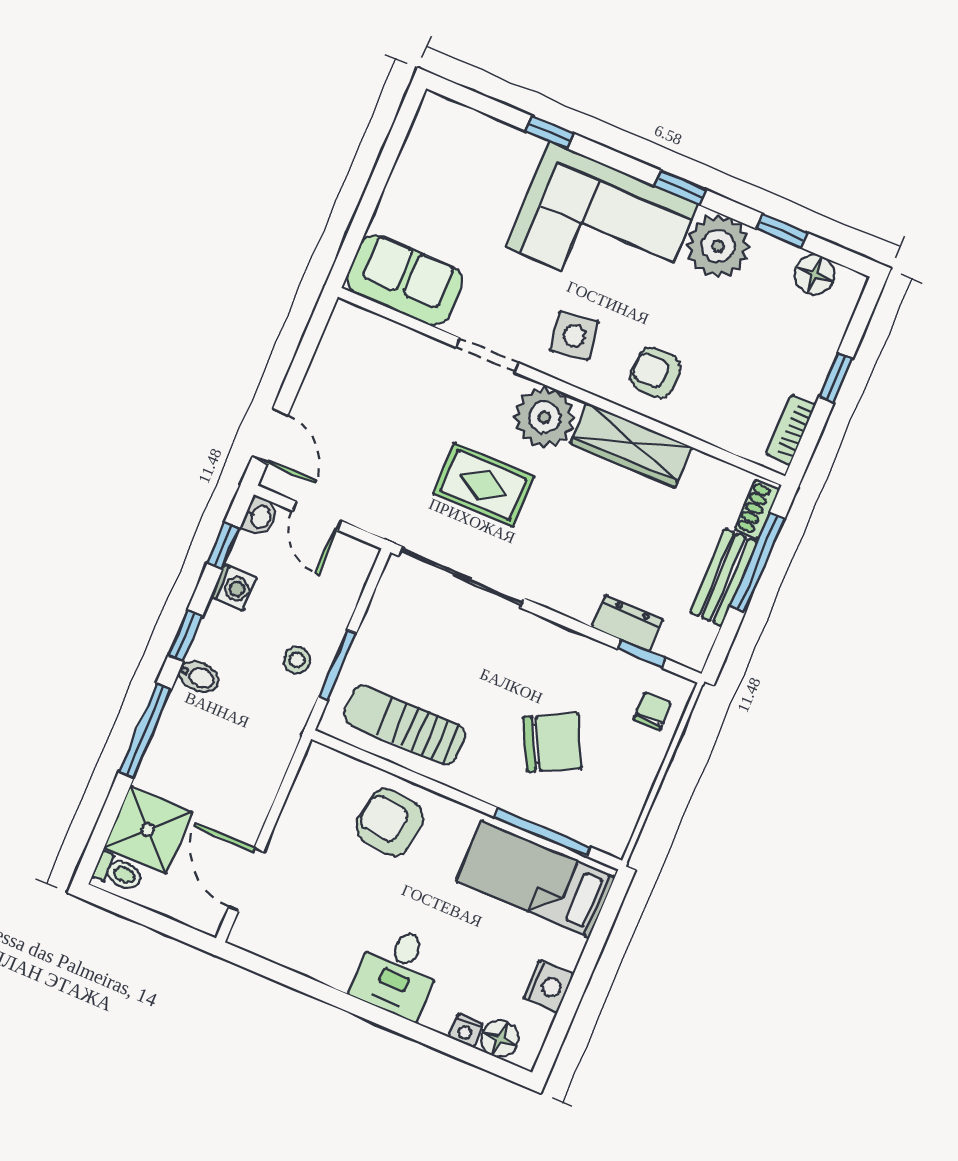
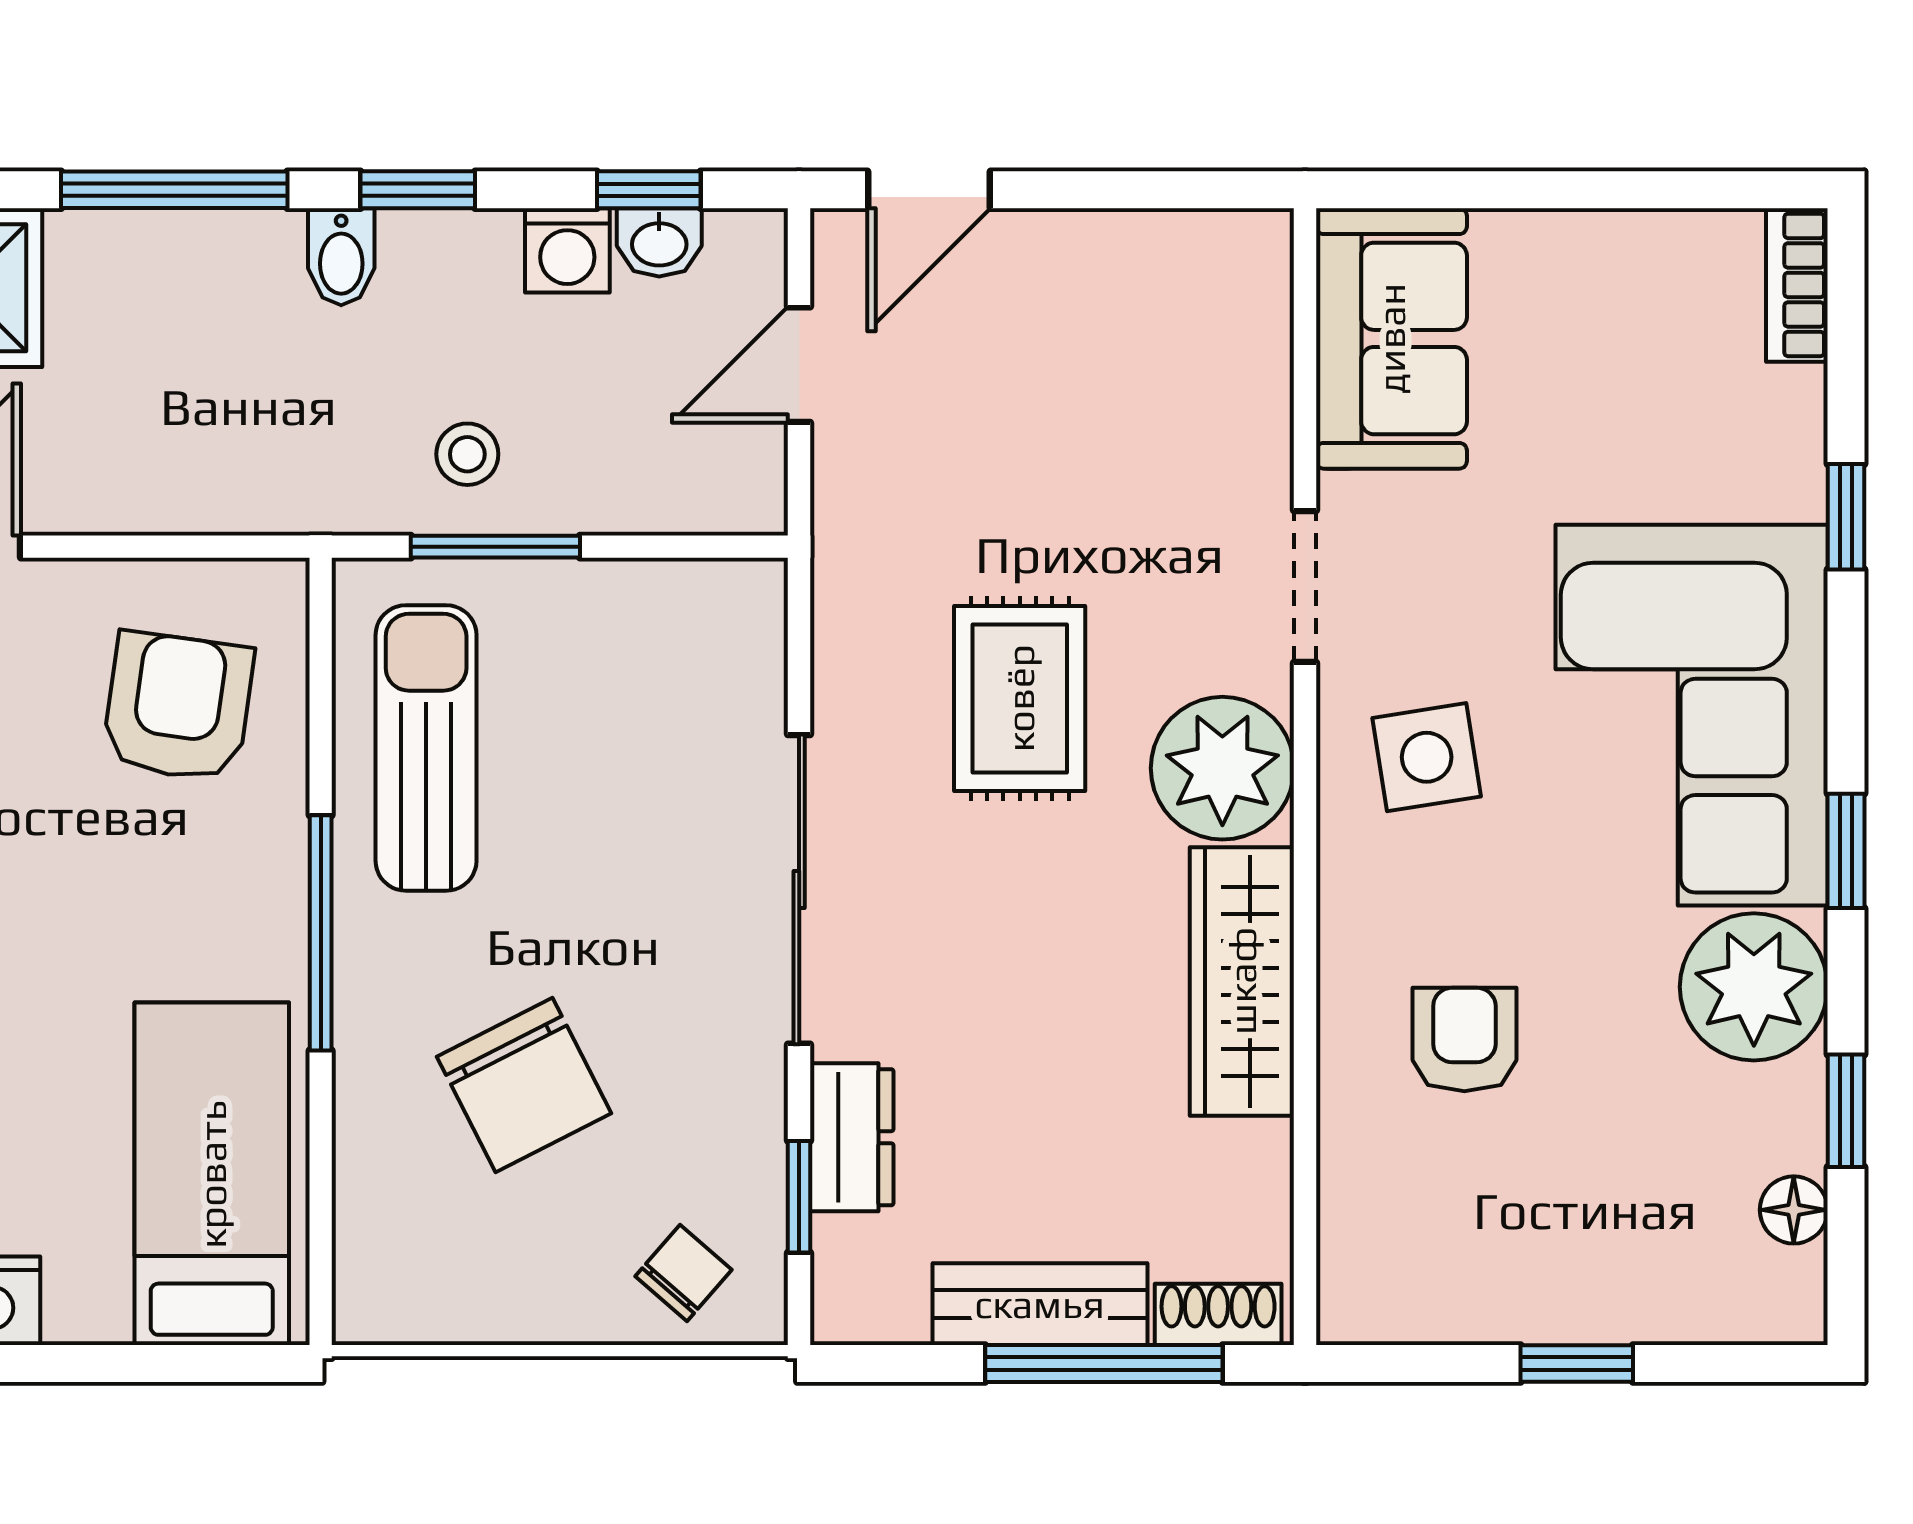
floor lamp: (815, 274) -> (1794, 1210), width x0.73, depth x0.73
armchair: (656, 372) -> (1464, 1039), moved
bookcase: (791, 430) -> (1797, 285), moved, turned -90
washbasin: (260, 516) -> (659, 242), moved
sliding door: (462, 577) -> (799, 889), moved
chair: (652, 711) -> (683, 1273), turned -49
armchair: (390, 822) -> (178, 707), moved
window: (542, 832) -> (321, 933), moved

